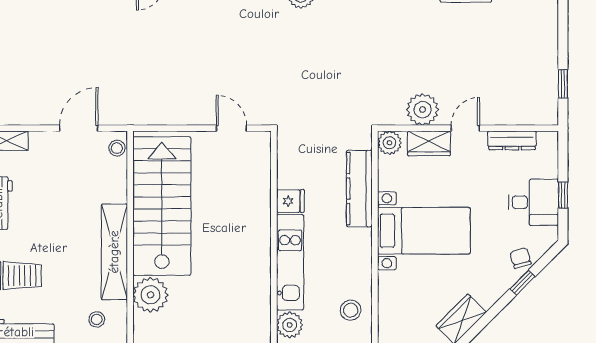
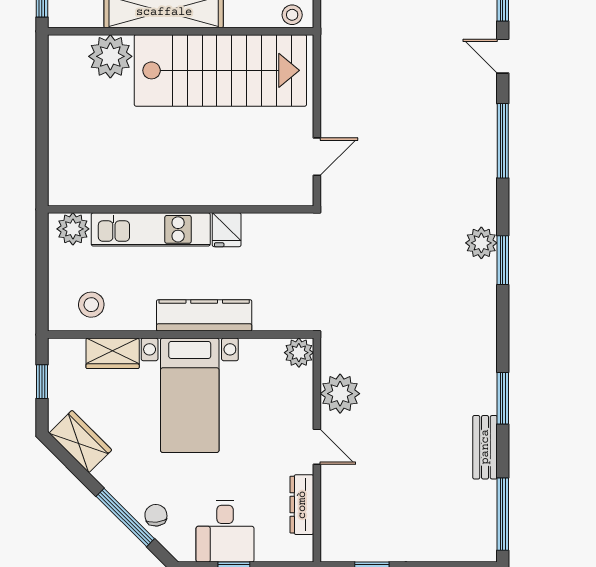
wardrobe: (429, 143) -> (113, 353), moved, turned -90
kitchen counter: (359, 189) -> (204, 315), moved
chair: (521, 258) -> (156, 515), turned -80
window: (522, 283) -> (125, 517), width x2.17

